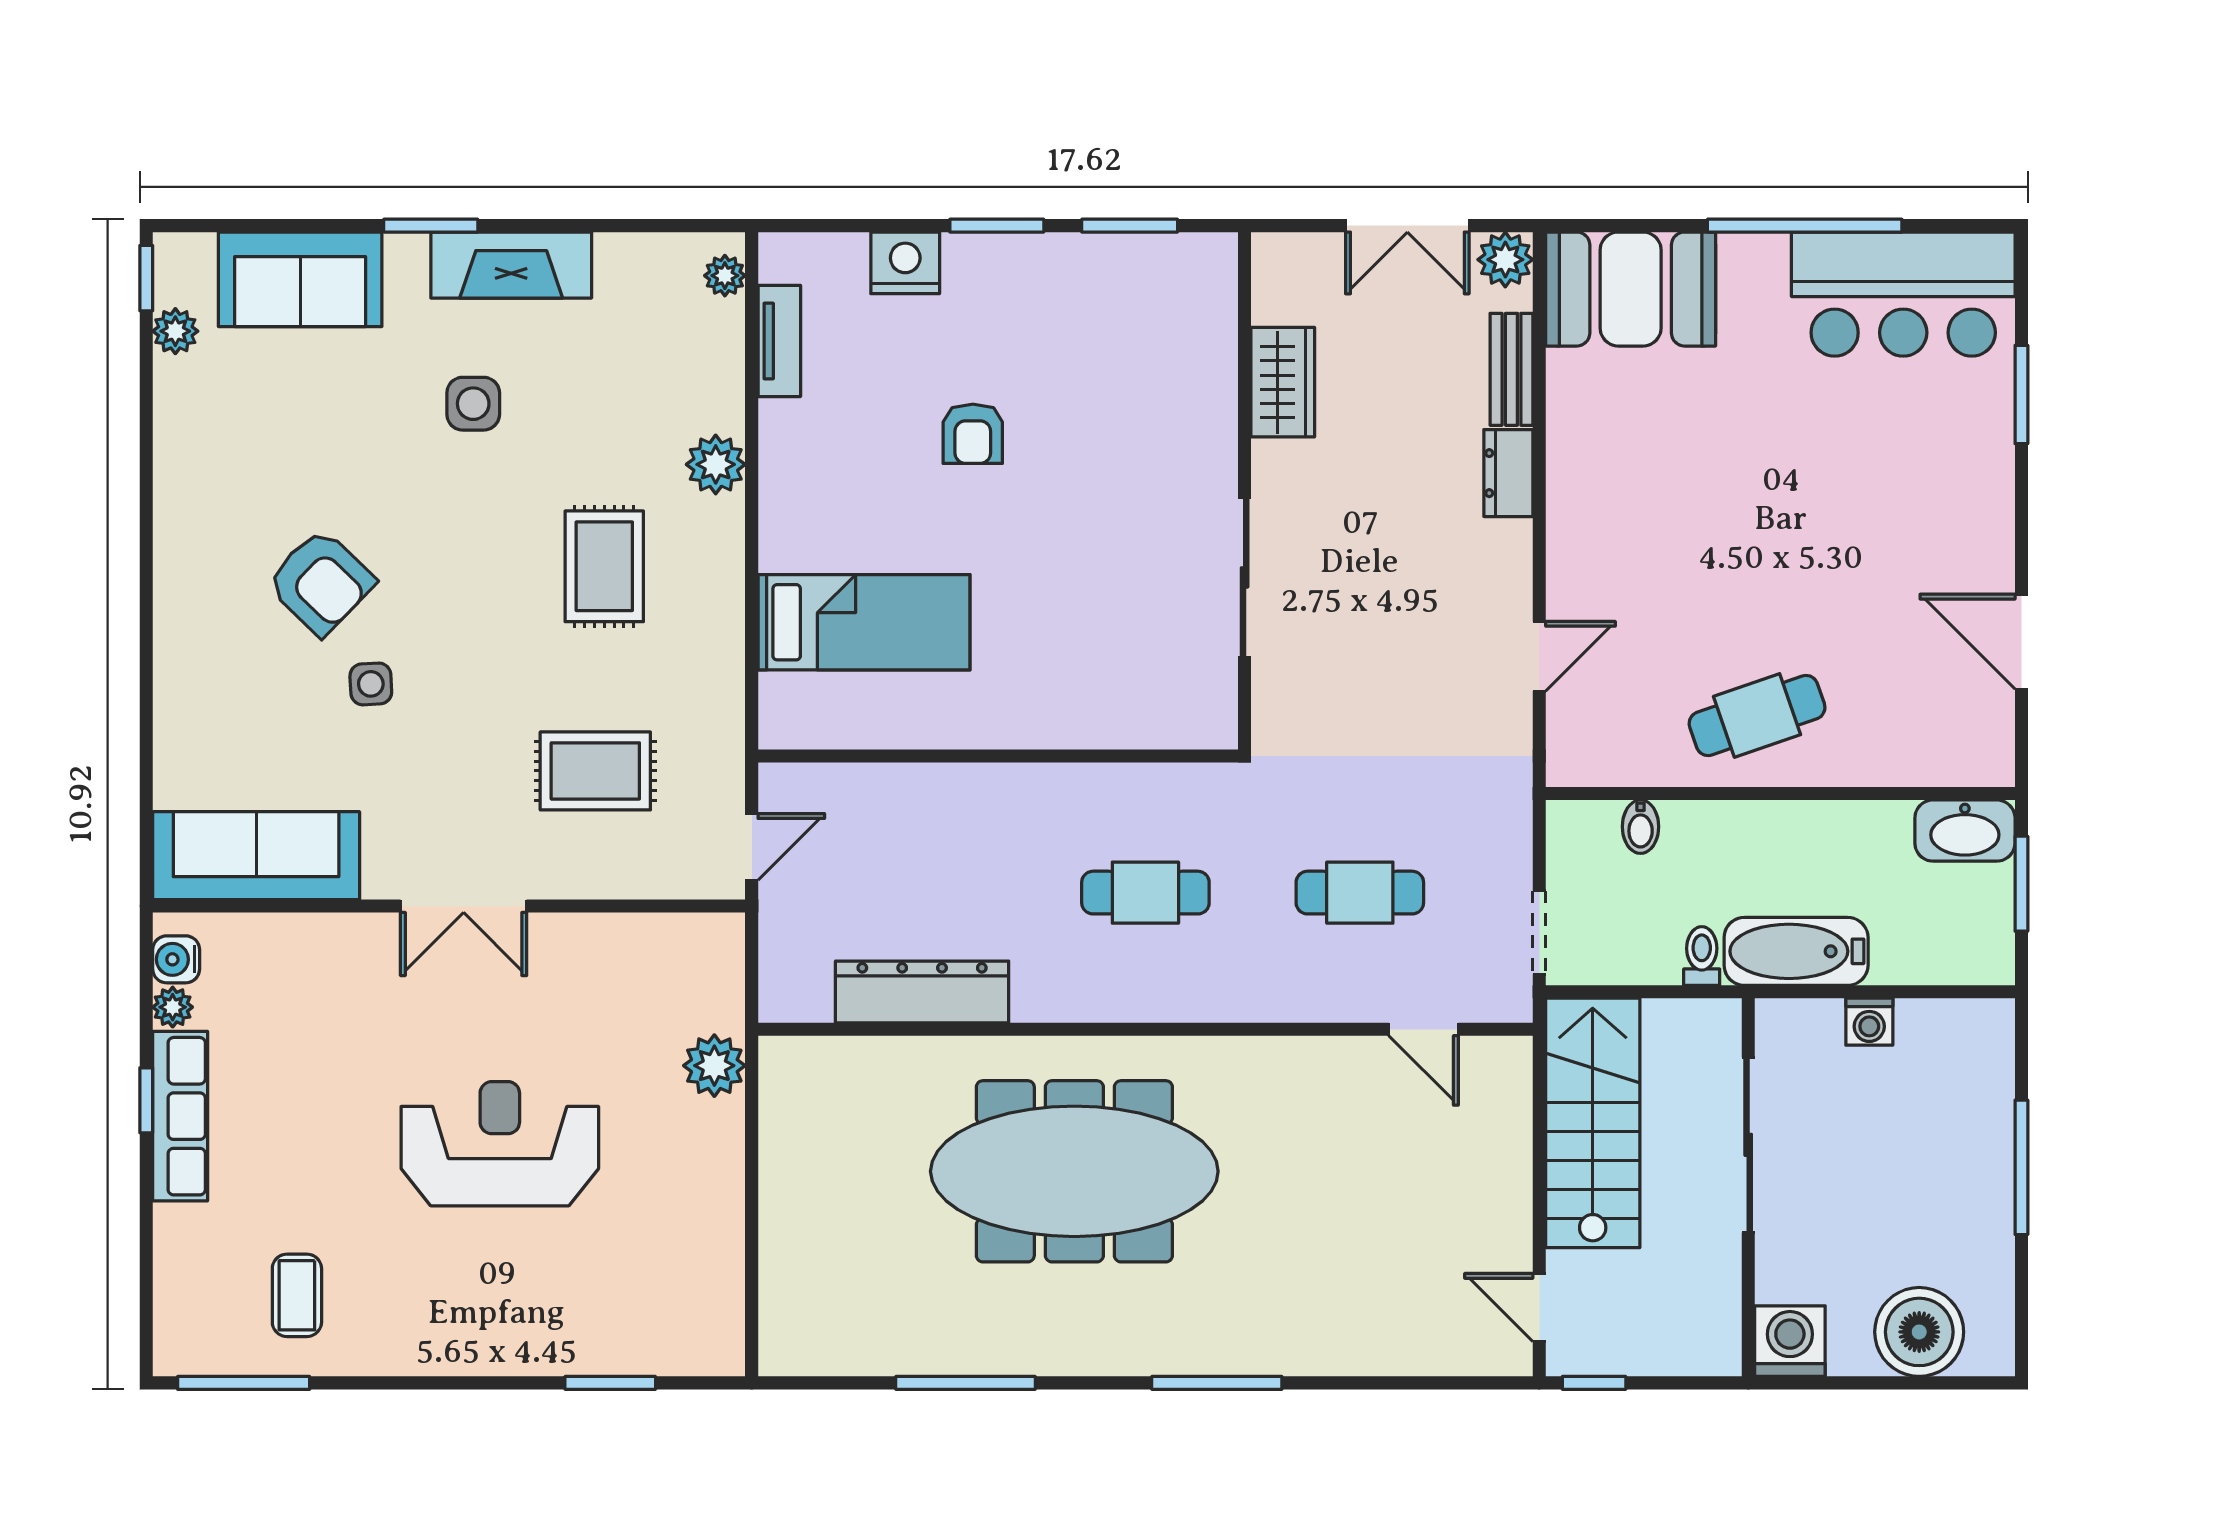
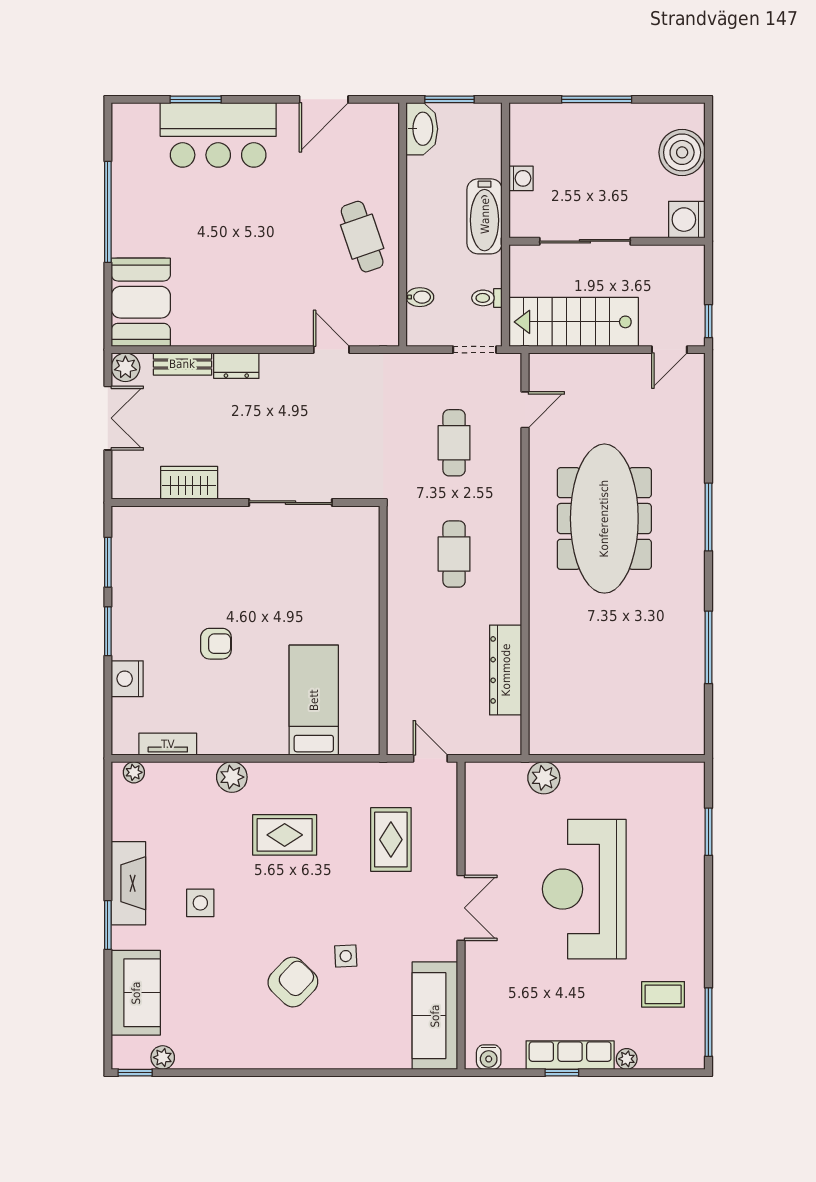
bar counter: (1903, 294) -> (218, 135), moved, turned 90
toilet: (1702, 956) -> (487, 298), moved
plant: (173, 1007) -> (627, 1059), moved
reception desk: (500, 1144) -> (584, 889), width x1.36, depth x1.30
meeting table: (1074, 1171) -> (604, 519), moved

